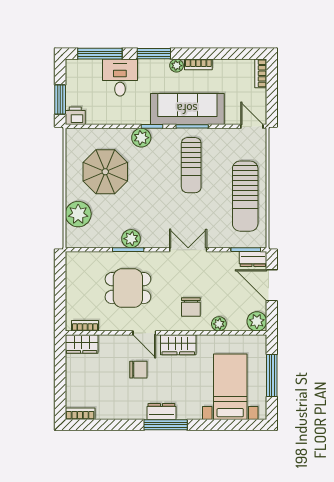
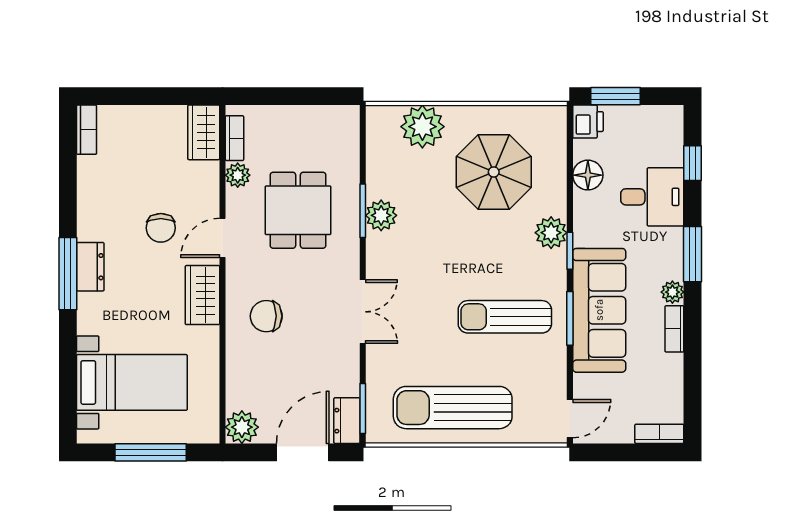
window: (100, 54) -> (693, 163), width x0.46
floor lamp: (107, 116) -> (588, 175), added
plant: (219, 324) -> (238, 175), moved

